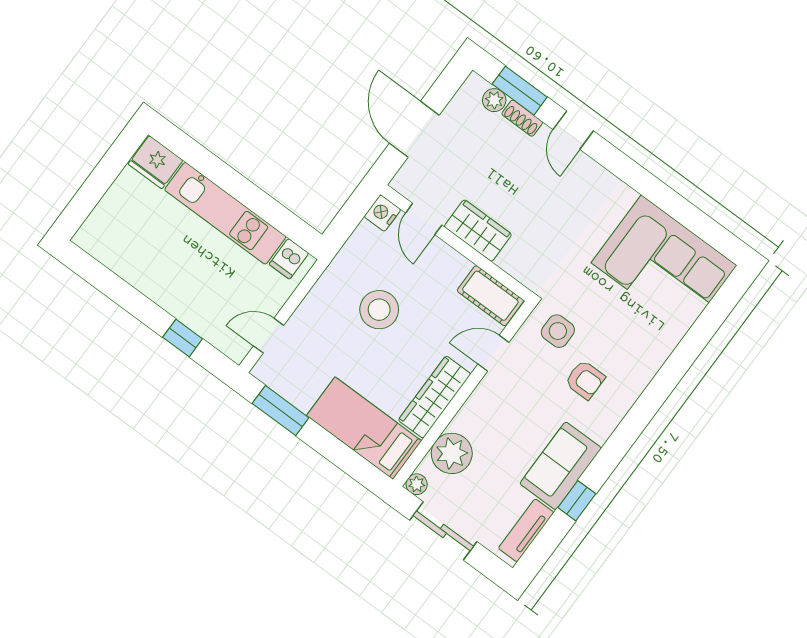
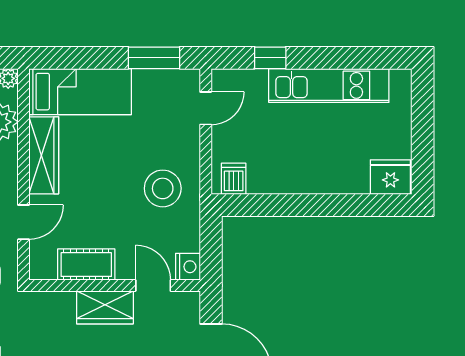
kitchen unit: (225, 213) -> (329, 85), moved, turned 180
cot: (490, 296) -> (86, 265), moved
stool: (379, 310) -> (163, 188), moved

